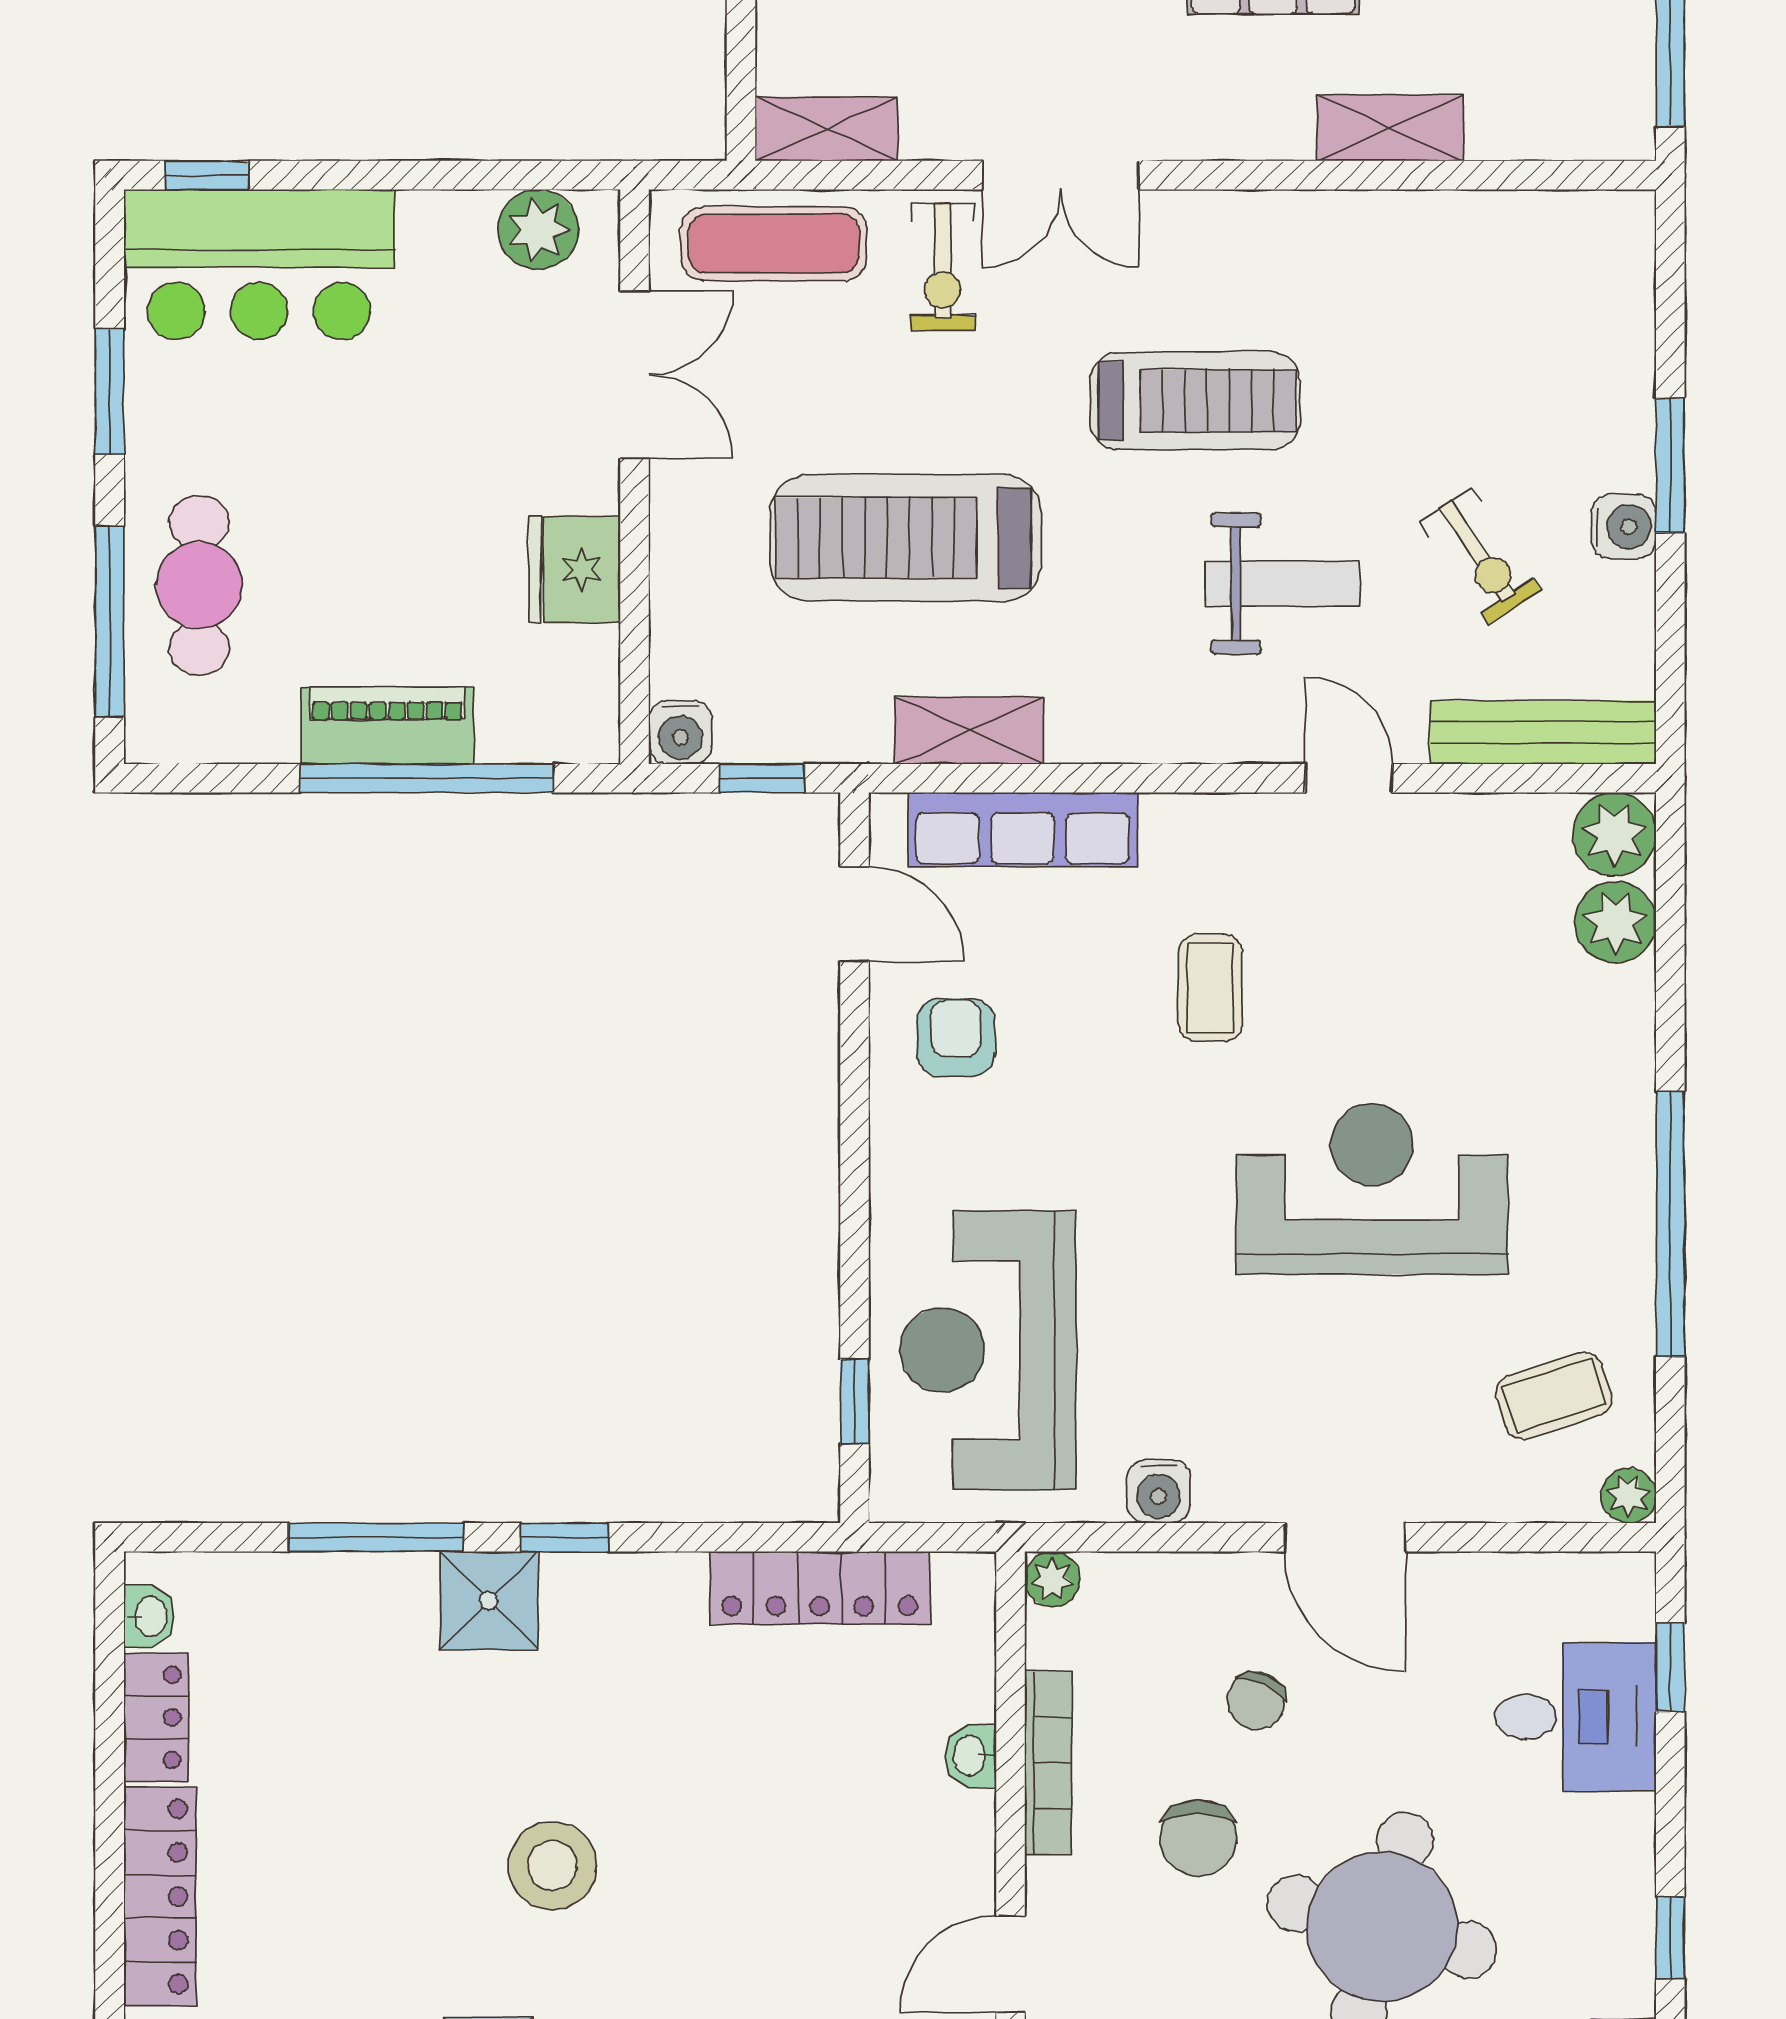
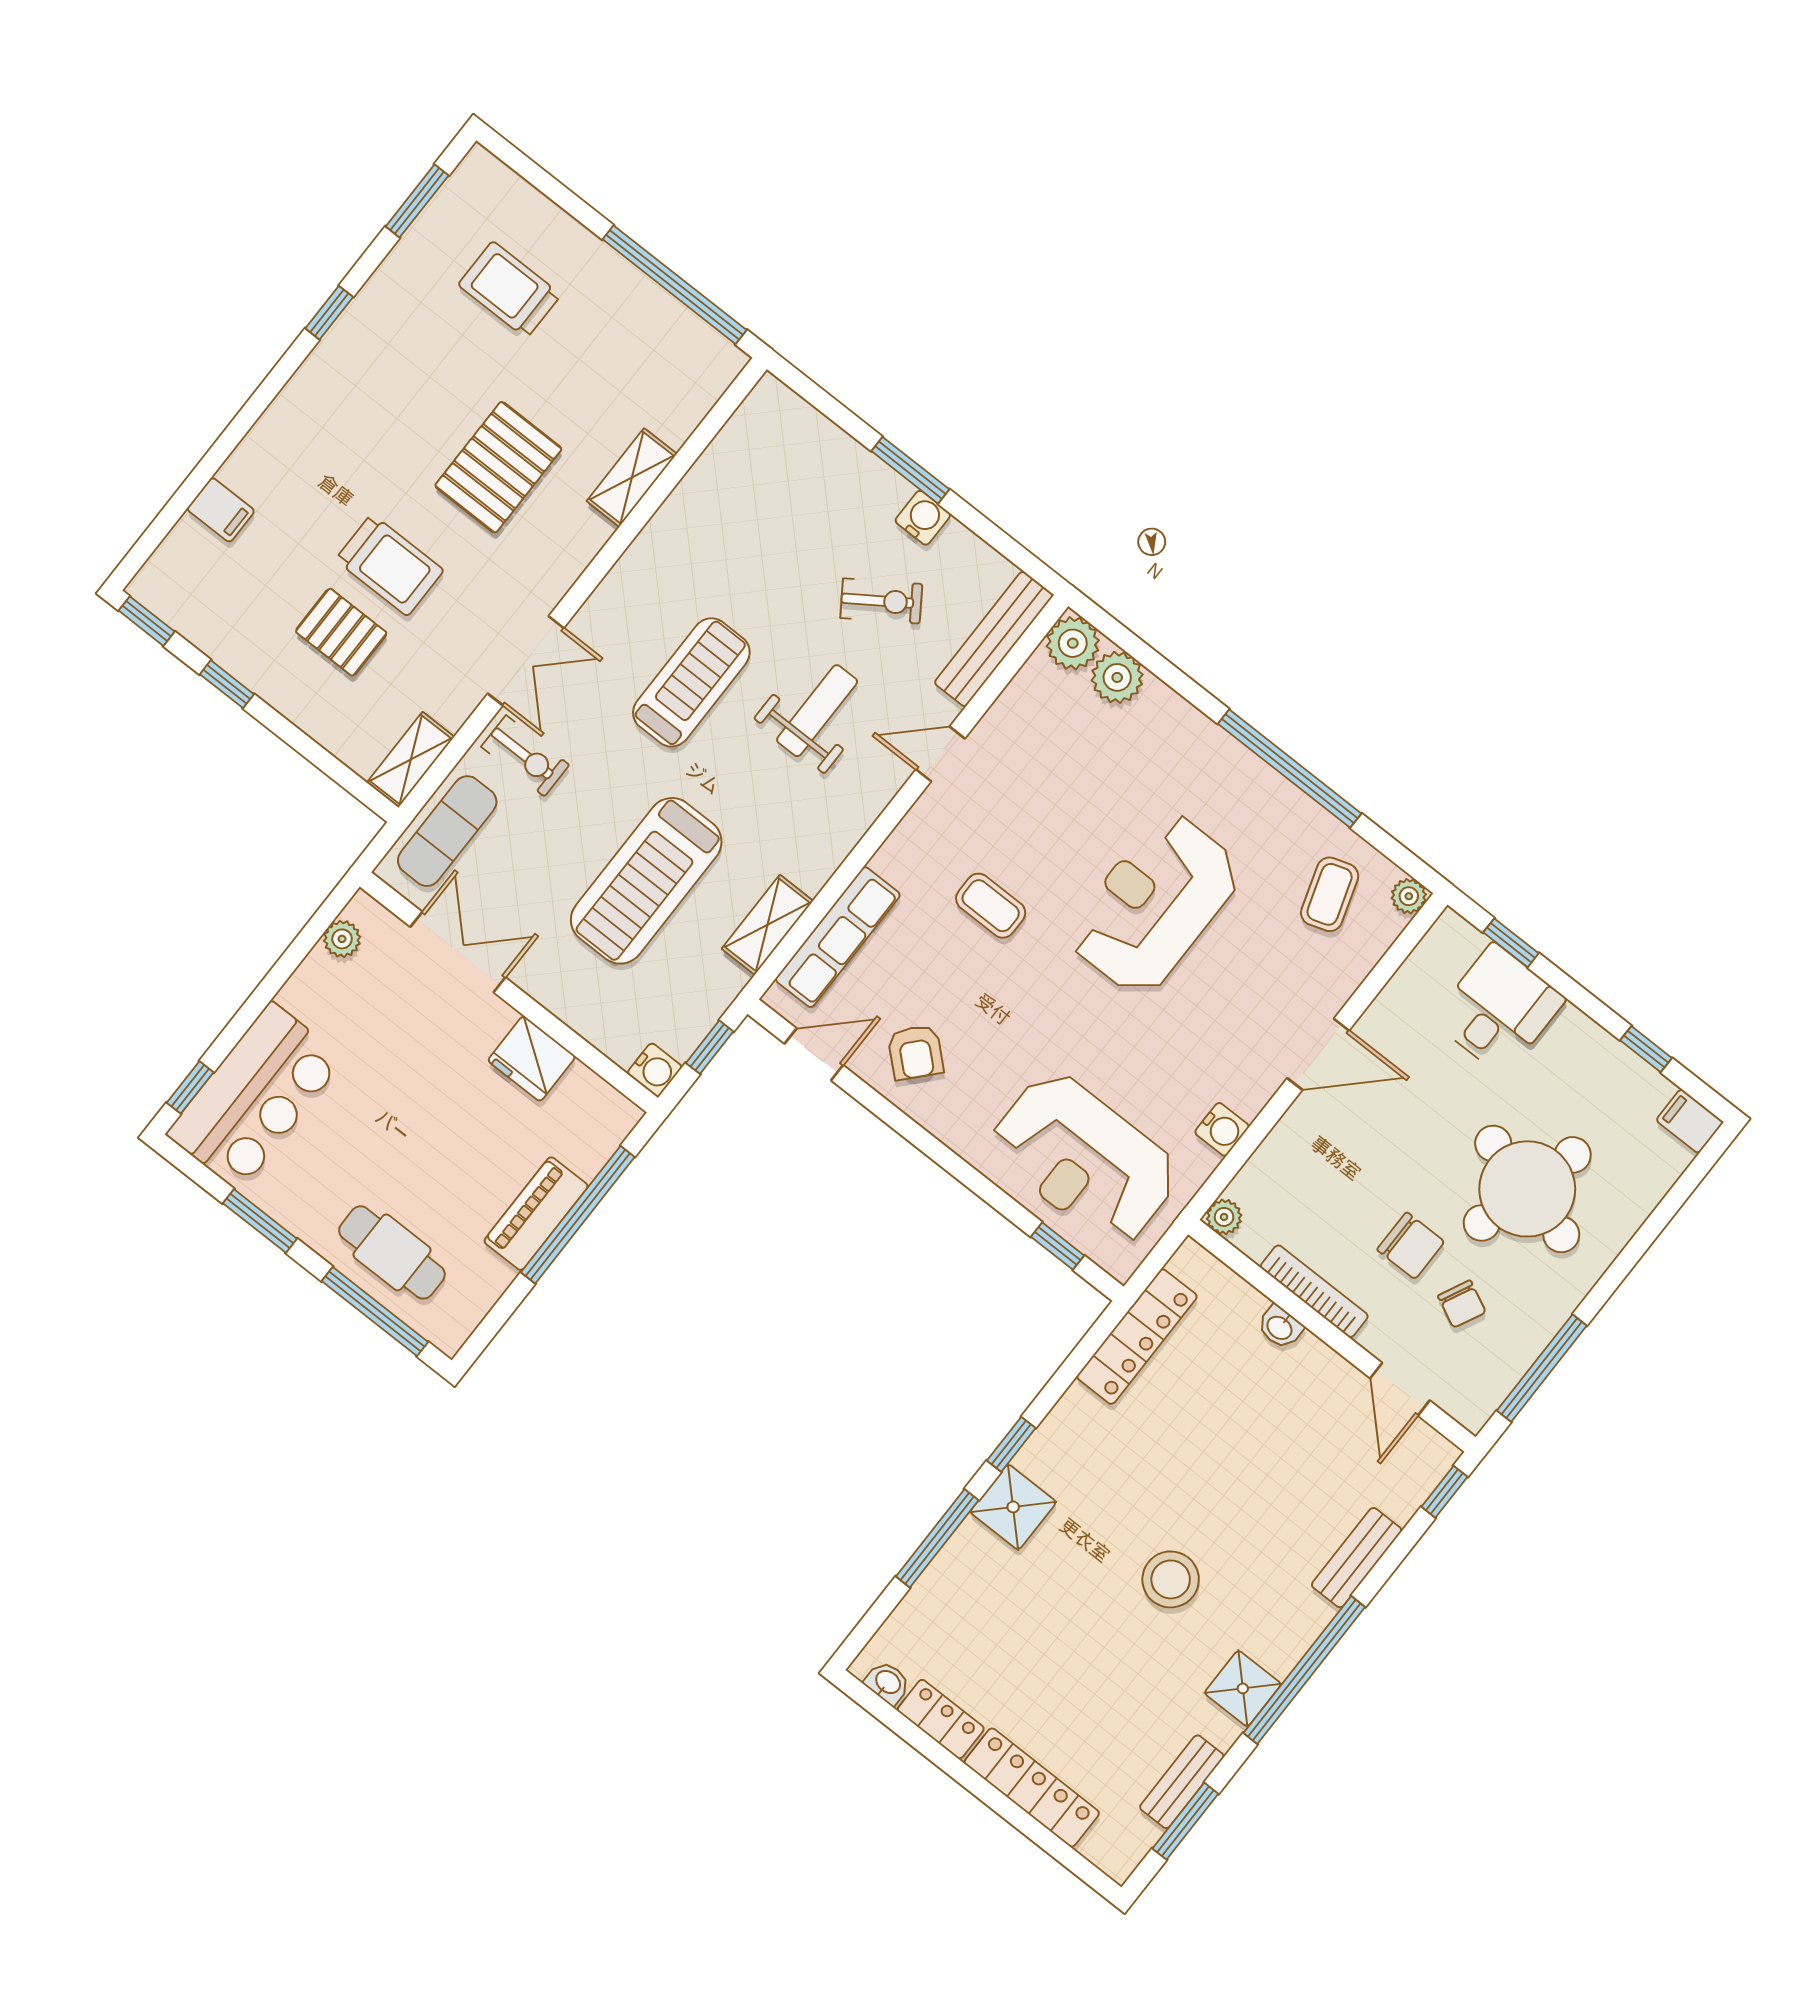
plant: (538, 229) -> (342, 939), width x0.73, depth x0.73
armchair: (956, 1038) -> (916, 1052), turned -138
chair: (1256, 1701) -> (1462, 1304), moved

